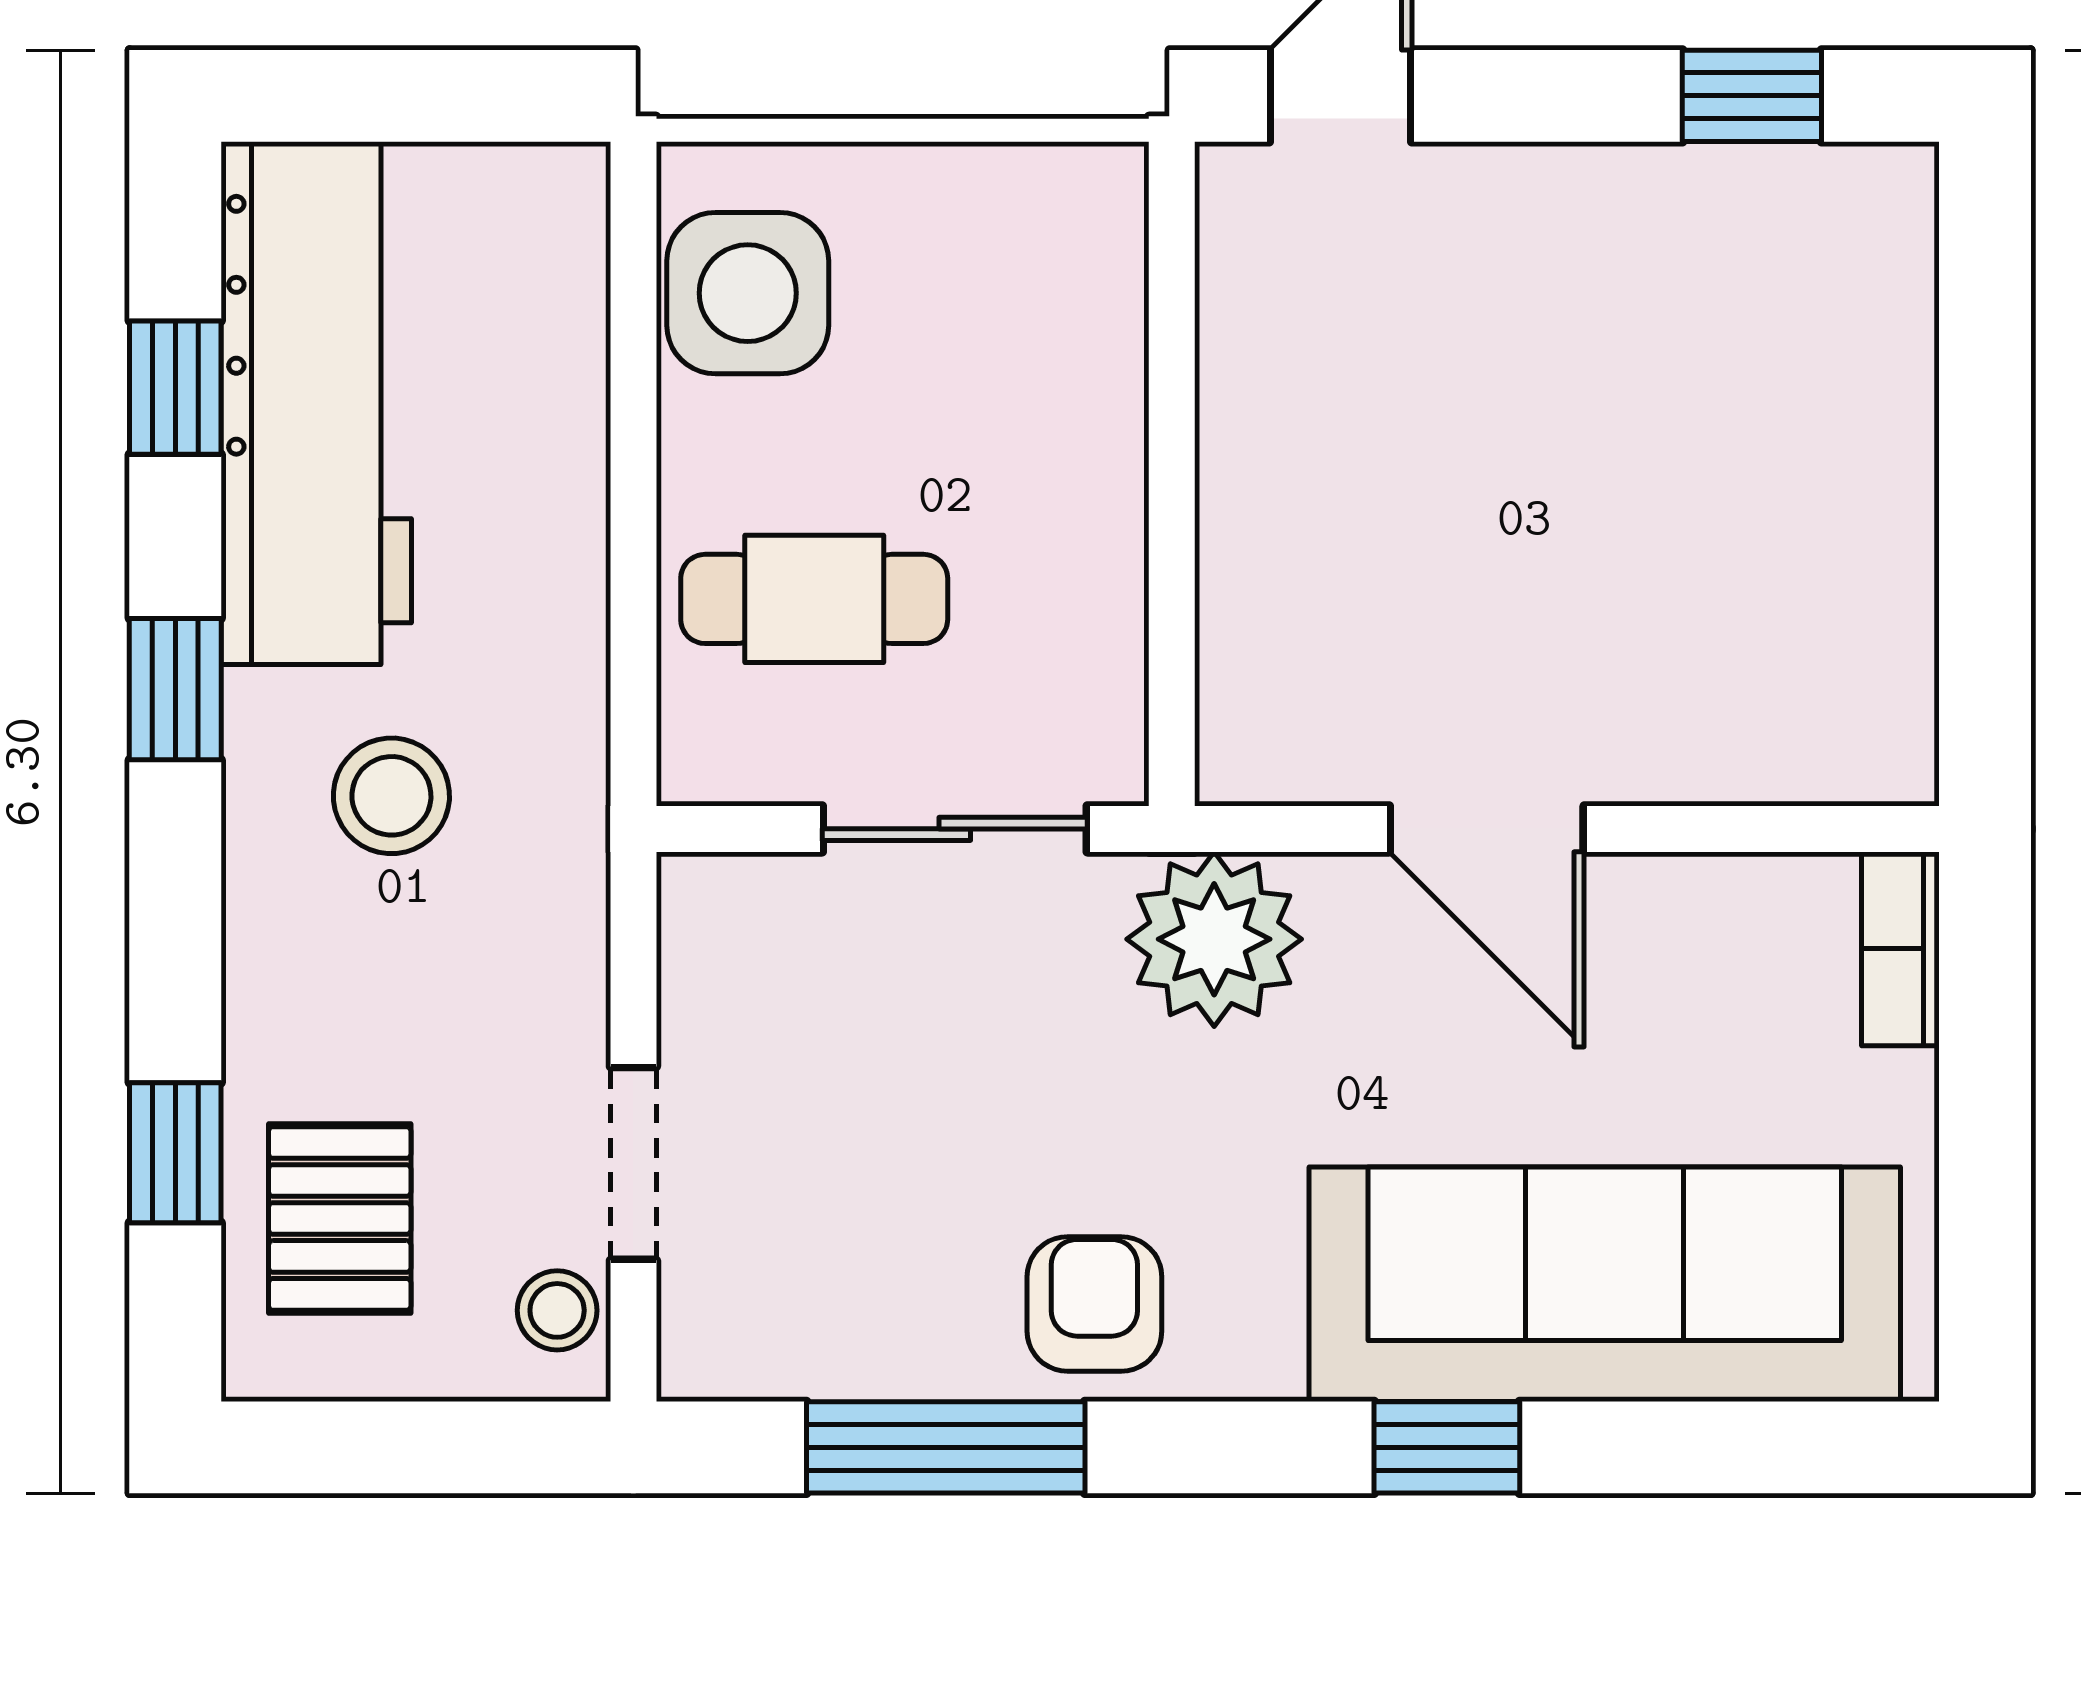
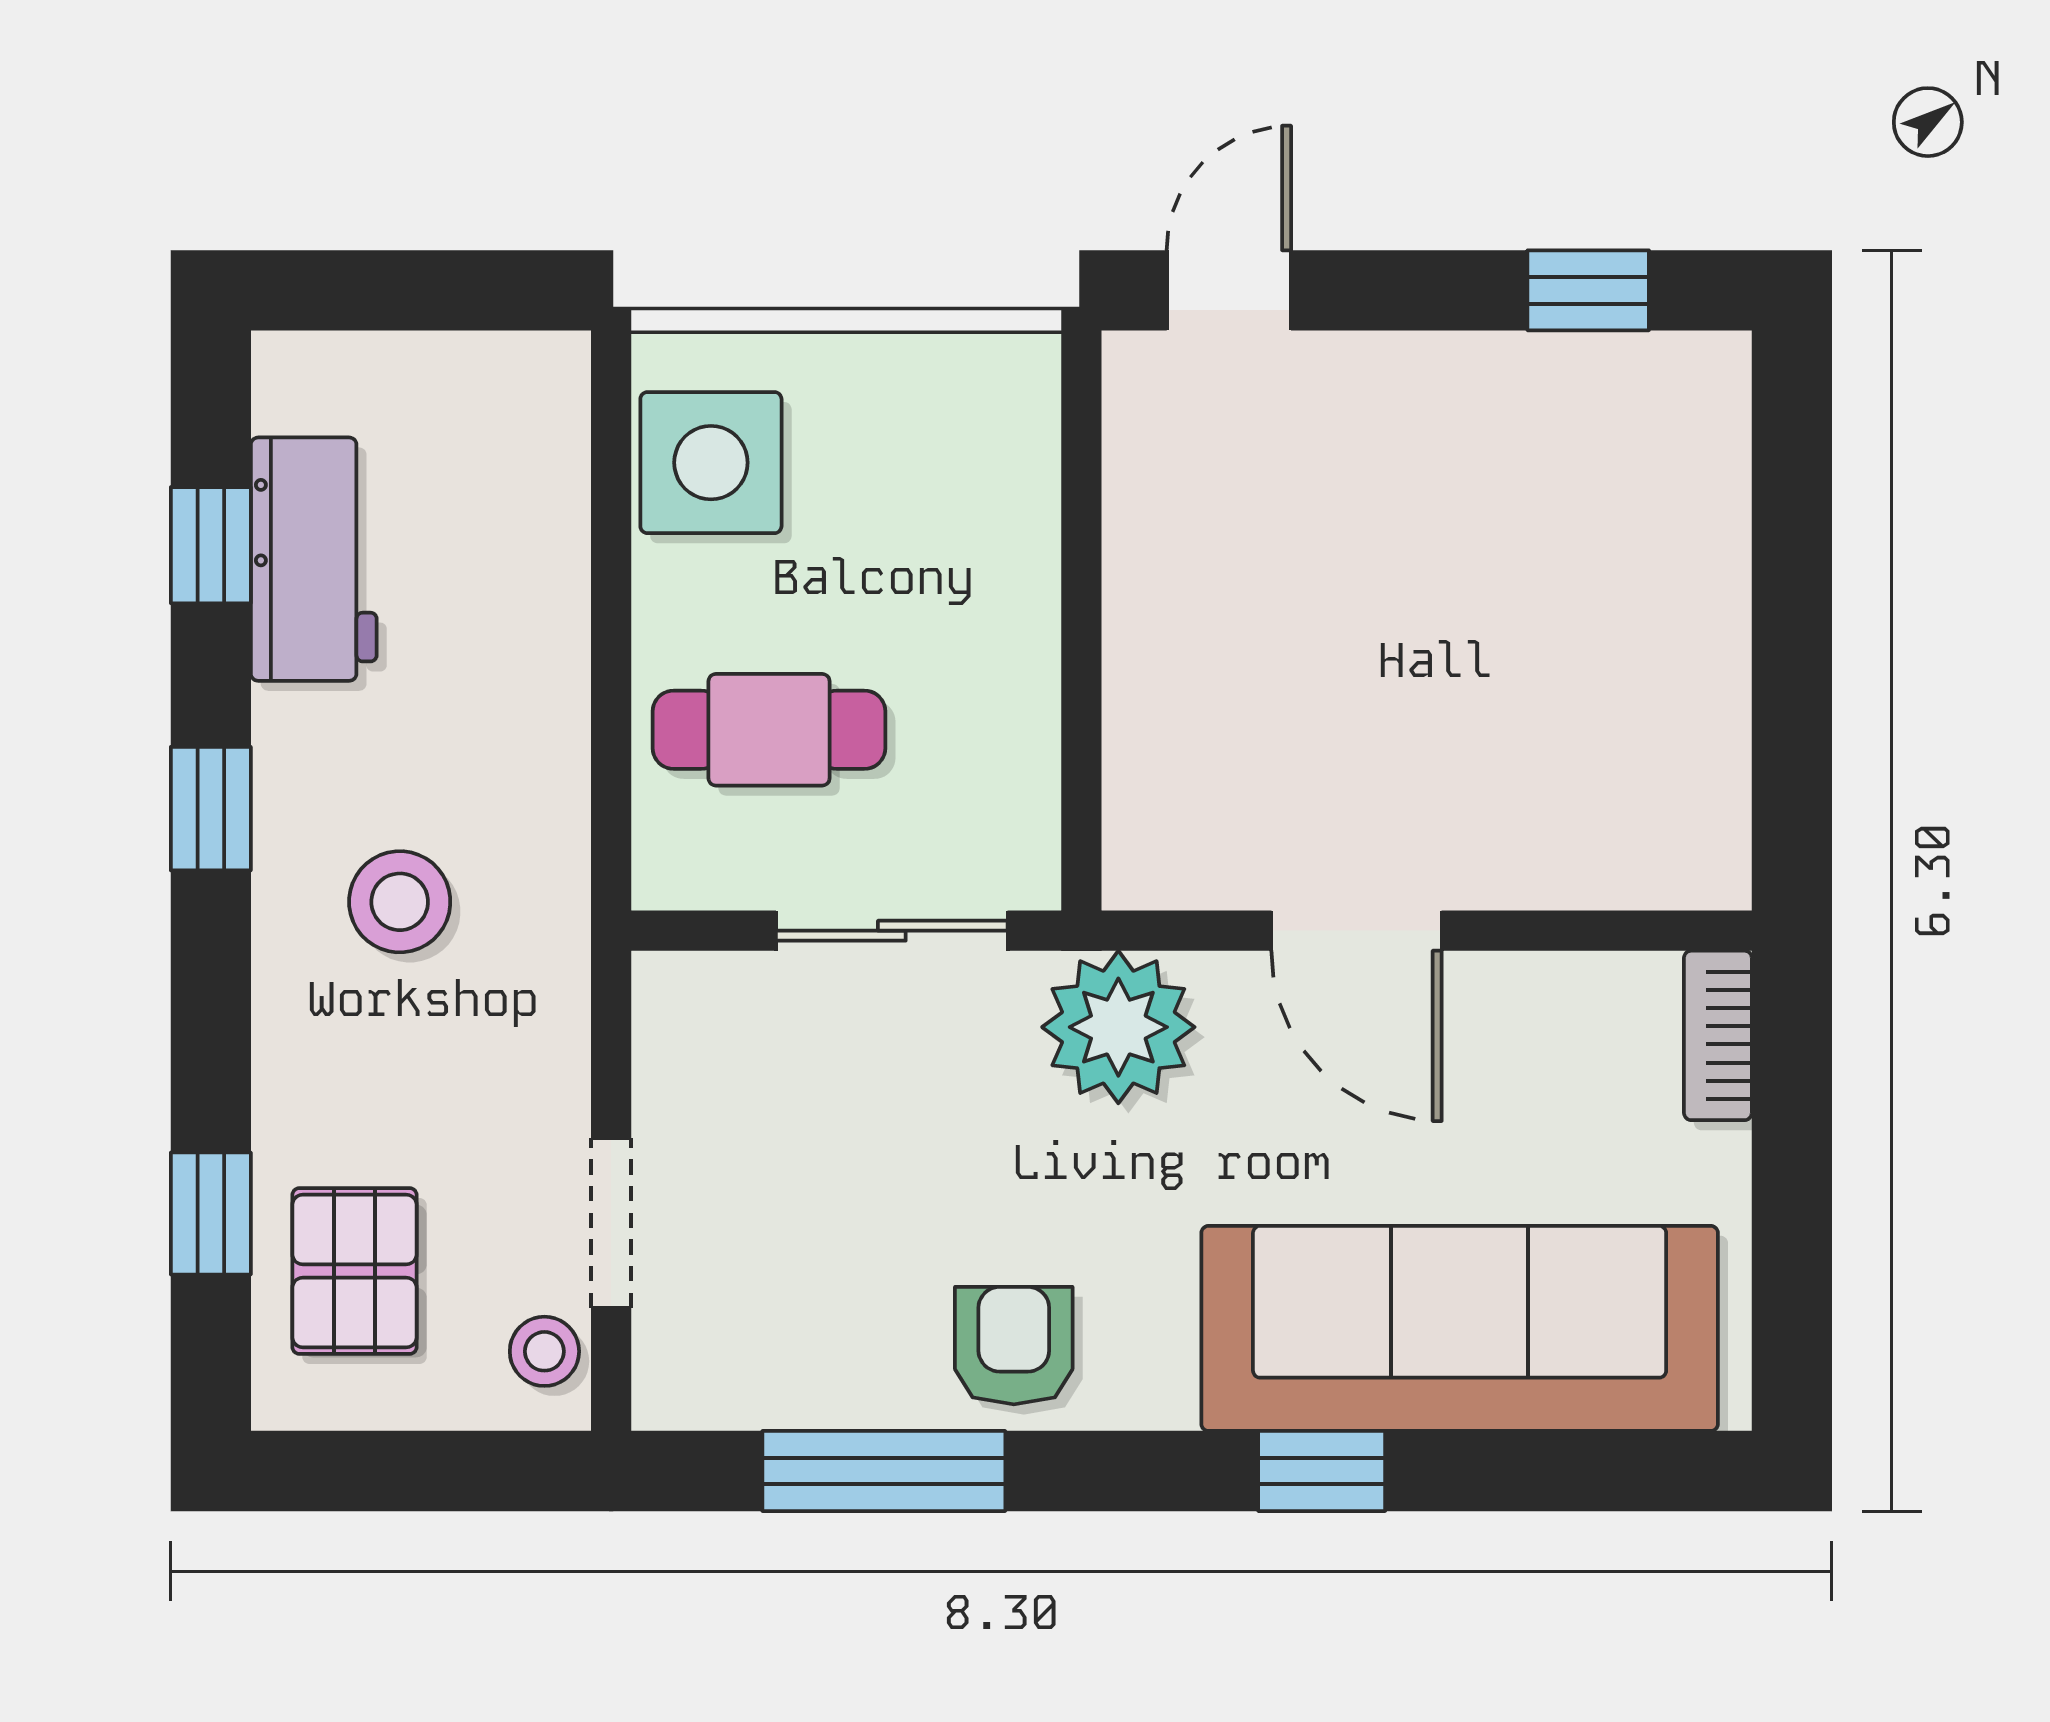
workbench: (316, 404) -> (314, 559), width x0.53, depth x0.76

